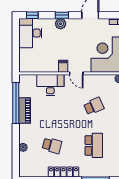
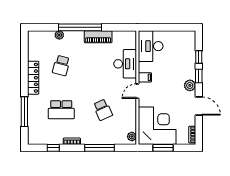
window: (32, 15) -> (199, 57), moved
plant: (61, 24) -> (190, 85), moved
desk: (30, 33) -> (151, 46), moved, turned -90
window: (16, 103) -> (80, 27), moved

